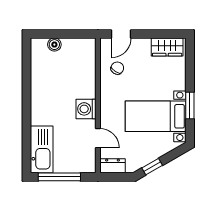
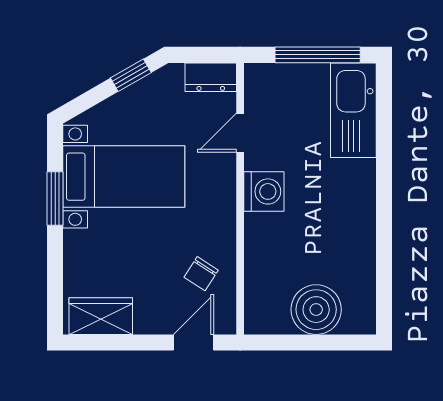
boiler: (54, 45) -> (316, 310), width x1.86, depth x1.86
door: (98, 138) -> (240, 133), hinge flipped

